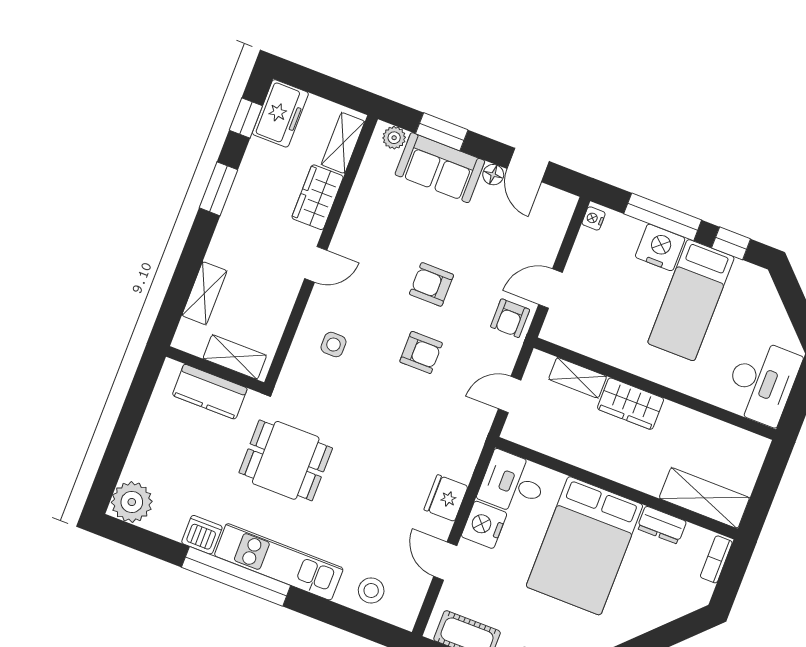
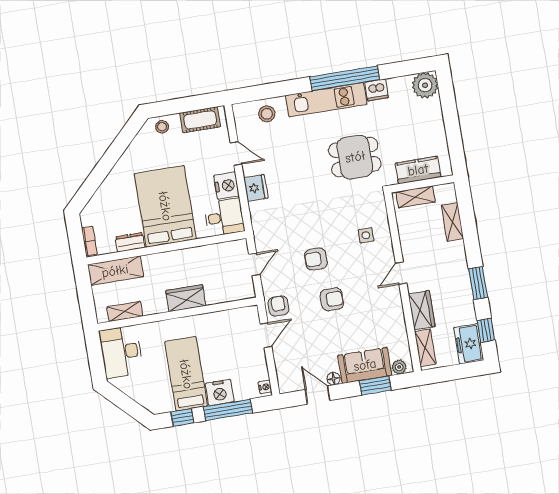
shelving: (578, 378) -> (125, 312), moved

